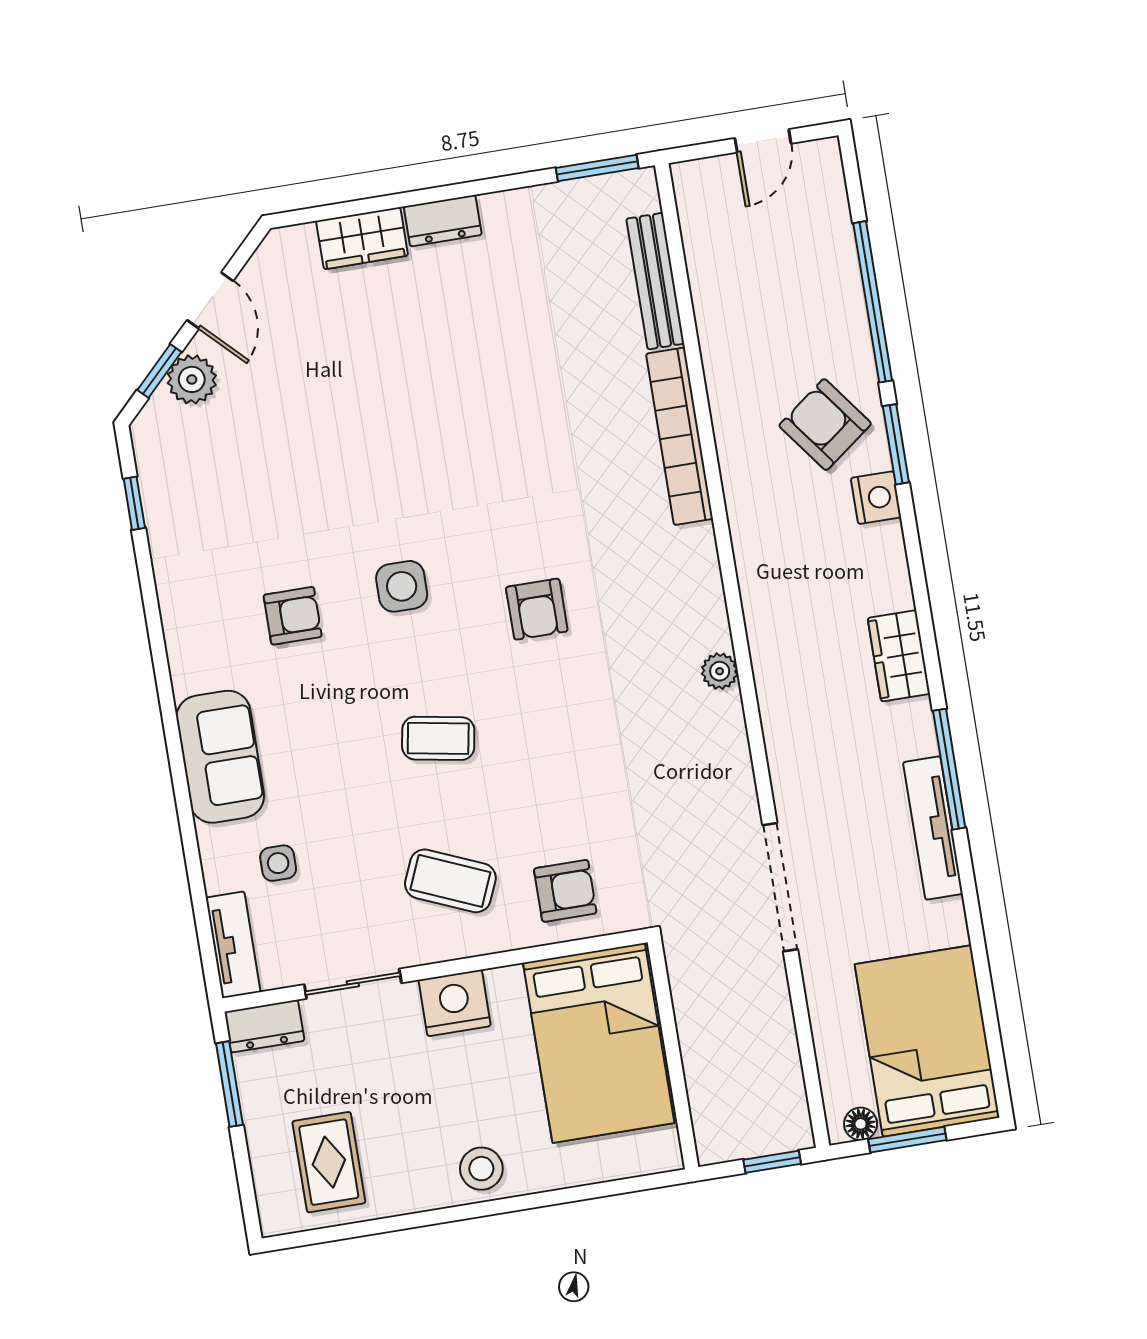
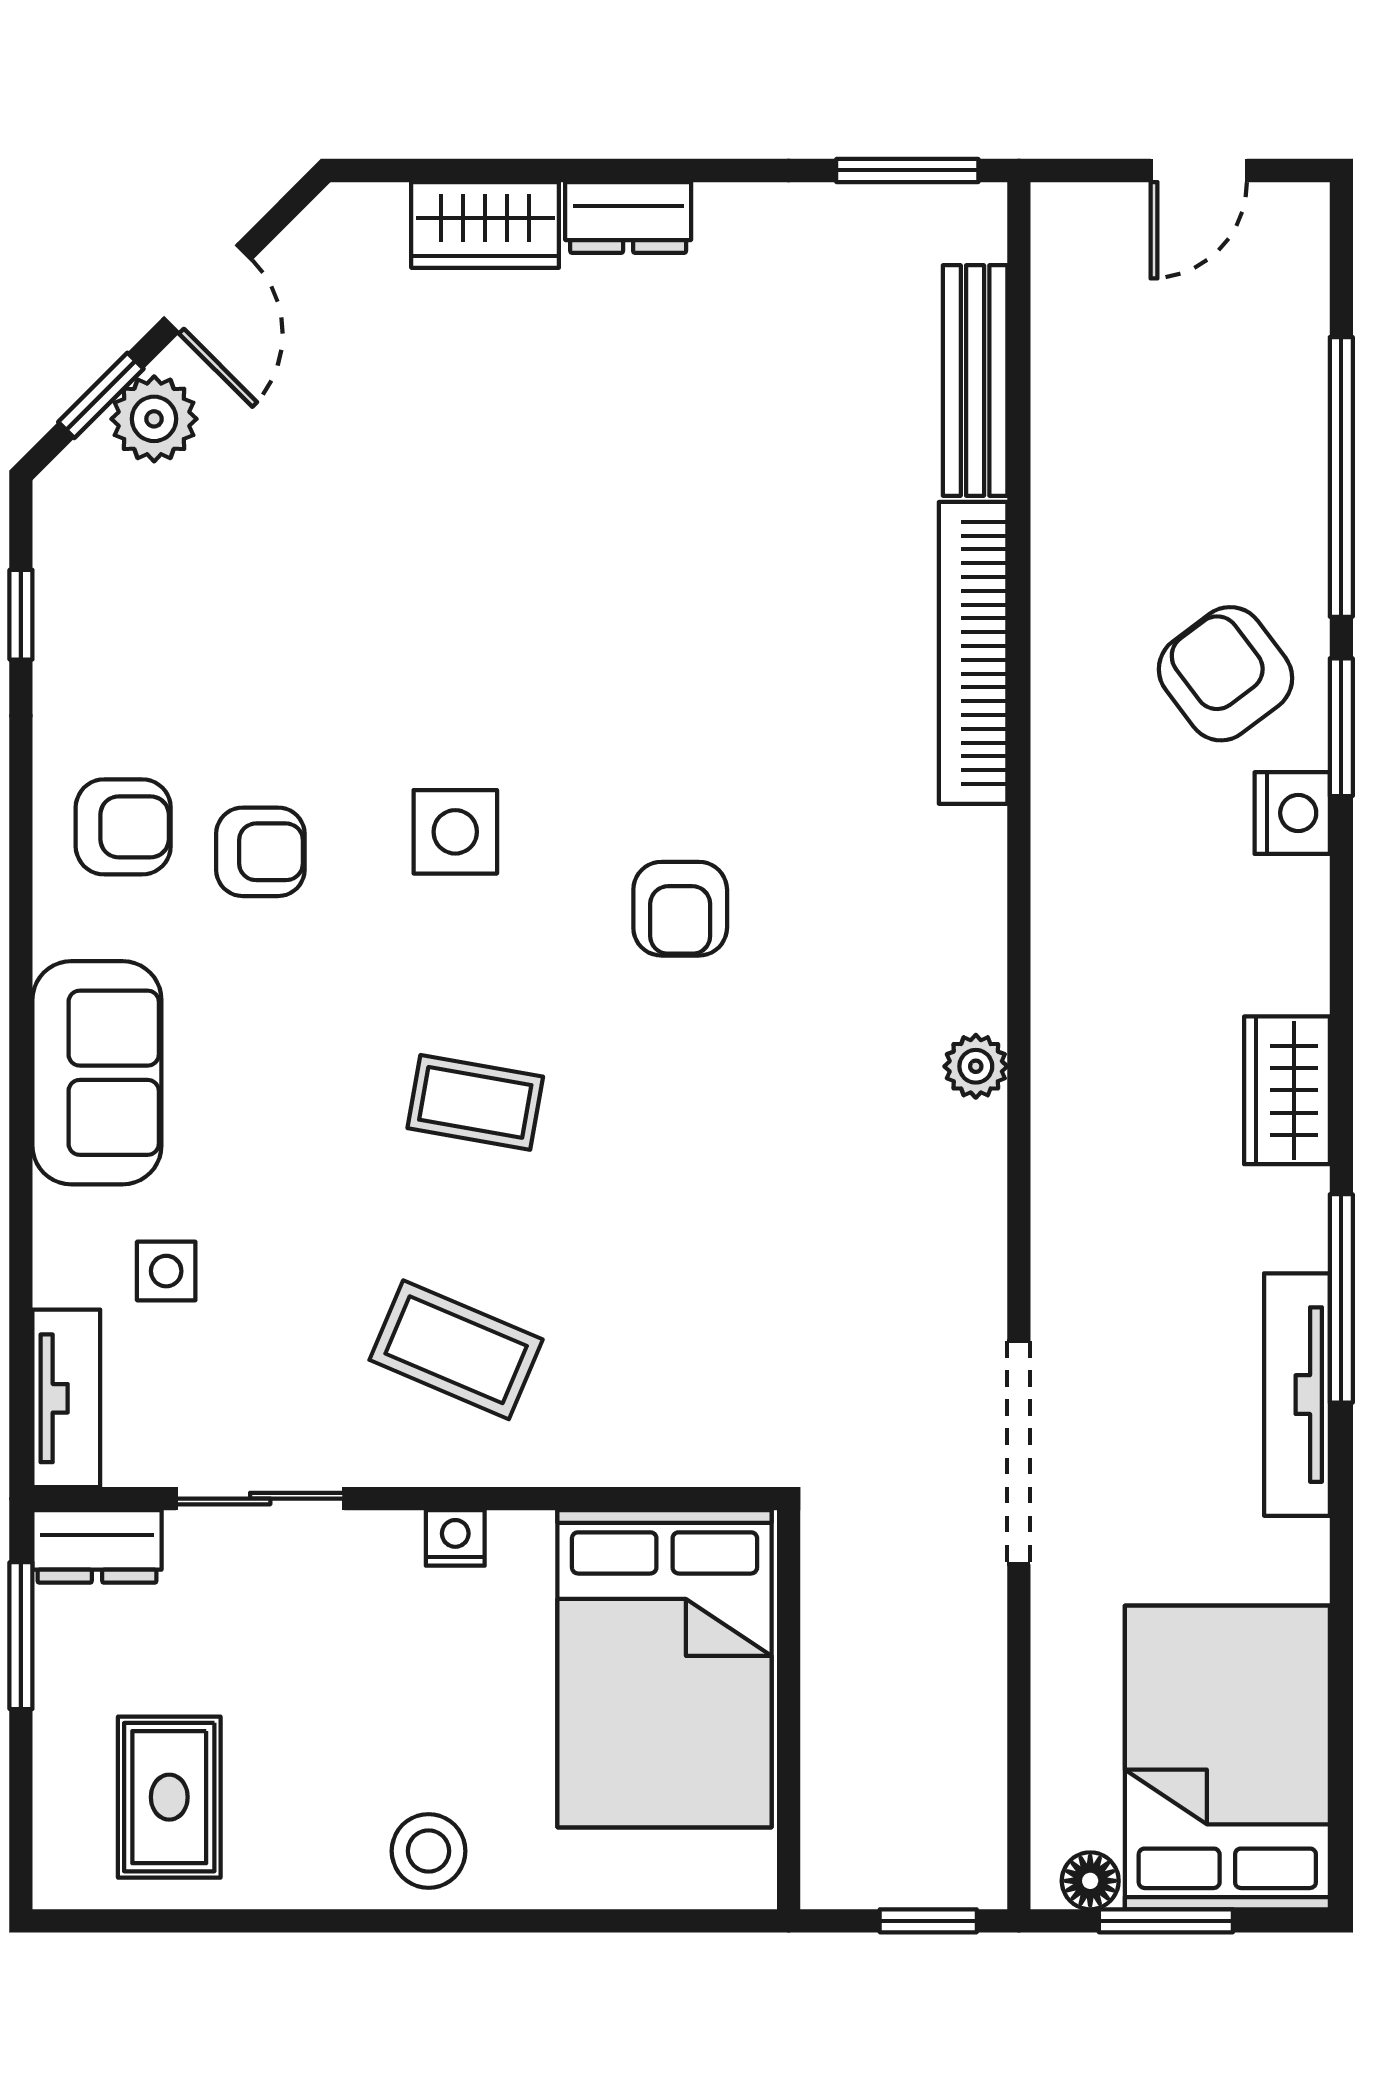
armchair: (565, 891) -> (123, 827), moved
nightstand: (455, 1003) -> (455, 1538), width x0.53, depth x0.56

